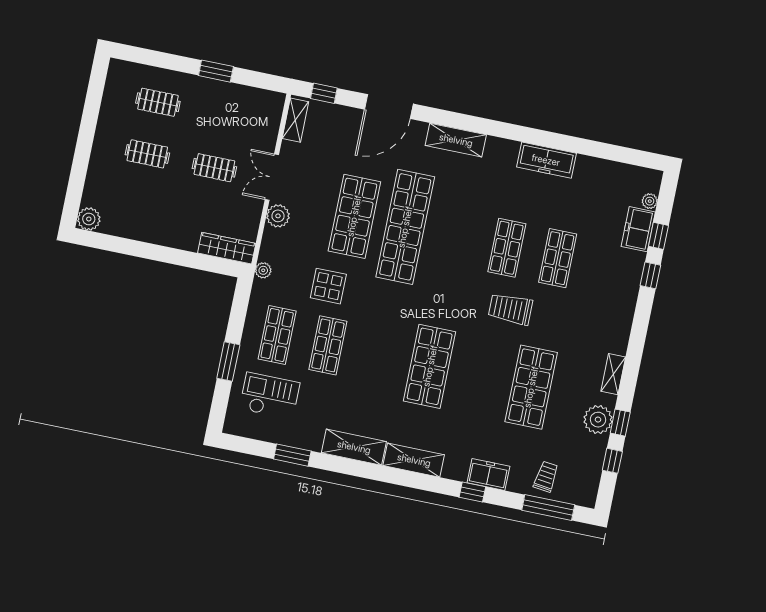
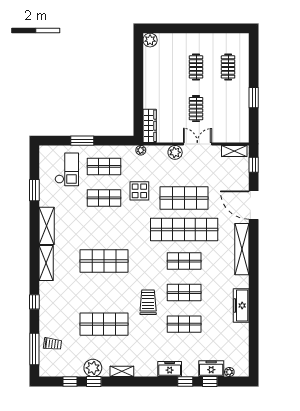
shelving: (456, 140) -> (242, 249), width x1.47
shop shelf: (456, 237) -> (184, 261), added
freezer: (488, 474) -> (170, 369), moved, turned -90

